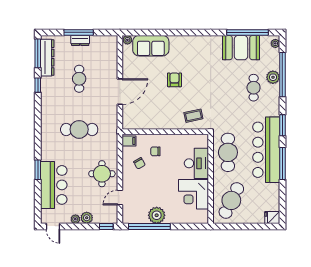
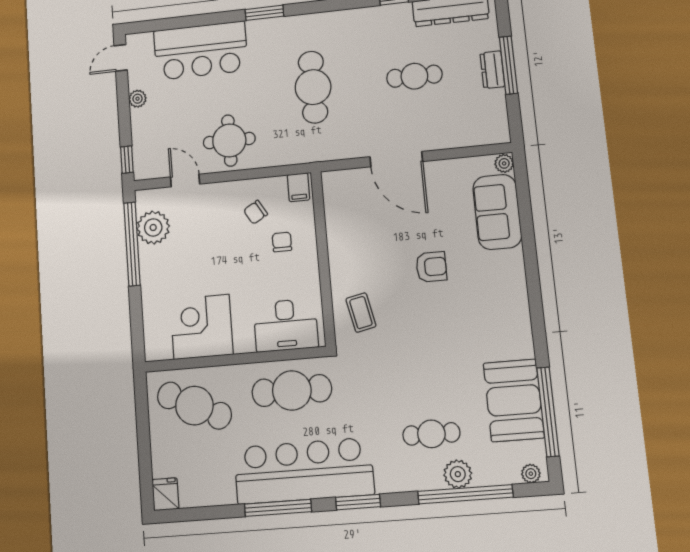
desk: (196, 163) -> (286, 325), moved
window: (38, 170) -> (264, 13), moved
plant: (157, 215) -> (153, 227), moved
plant: (87, 218) -> (142, 120), removed

